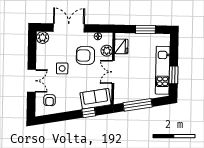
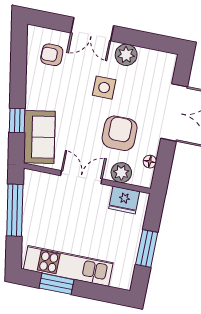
plant: (43, 38) -> (126, 55), moved

